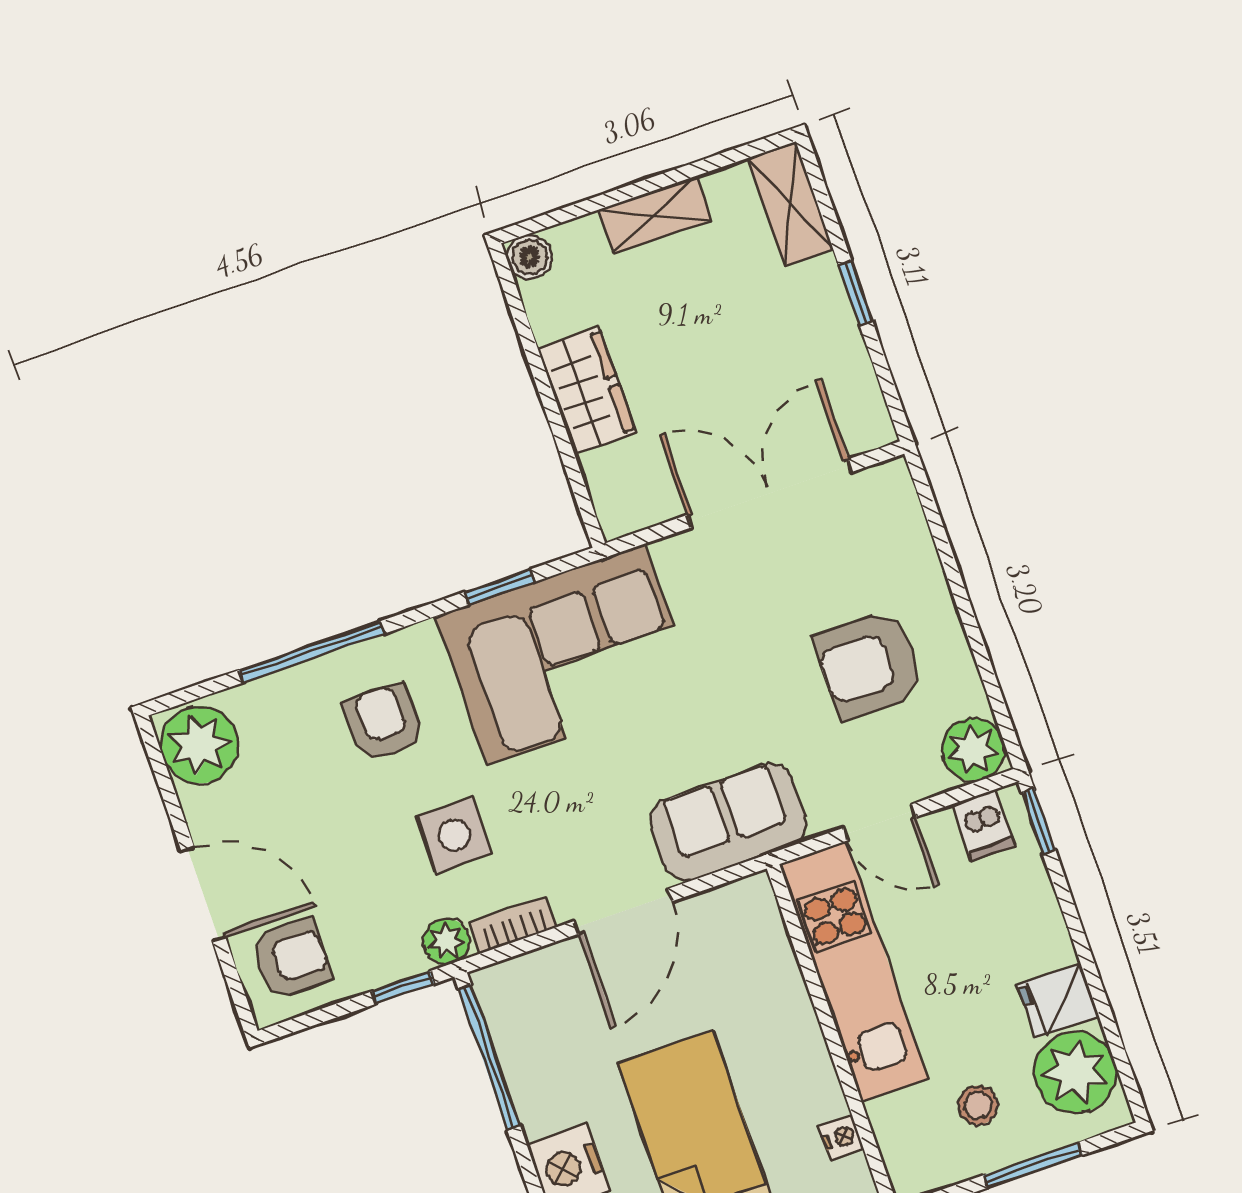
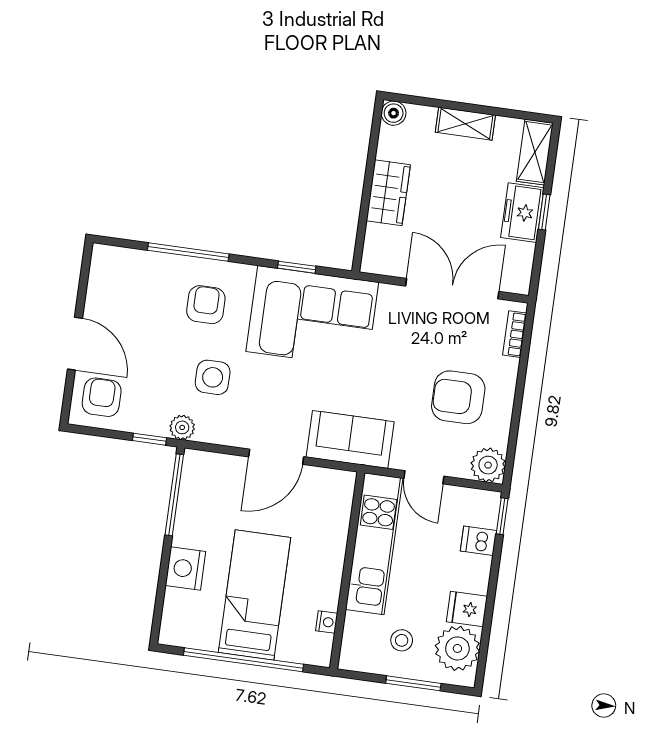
freezer: (820, 312) -> (522, 213), added
plant: (199, 745) -> (110, 270), removed
dishwasher: (984, 825) -> (478, 541), moved, turned 90
bookcase: (513, 925) -> (515, 334), moved, turned -90
armchair: (291, 959) -> (102, 397), turned -90

